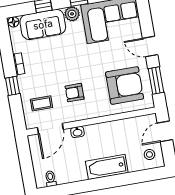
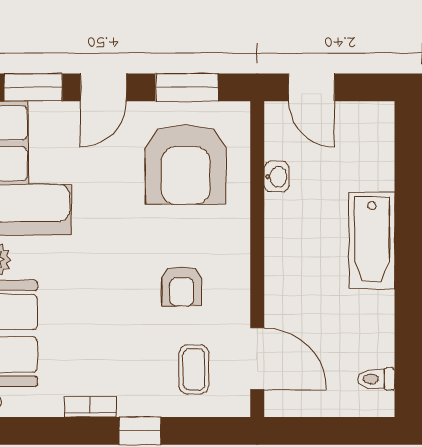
window: (145, 18) -> (33, 87), added
armchair: (125, 85) -> (186, 164), turned 180
washbasin: (77, 132) -> (277, 177), moved
stool: (149, 154) -> (360, 134), removed

